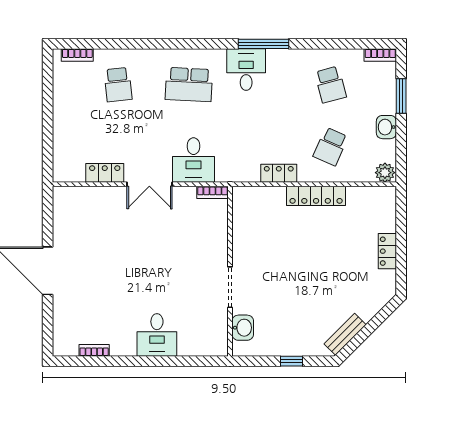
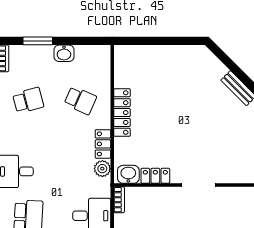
plant: (385, 173) -> (102, 169), moved
locker: (387, 251) -> (155, 176), moved, turned 180
washbasin: (243, 328) -> (128, 174), moved

